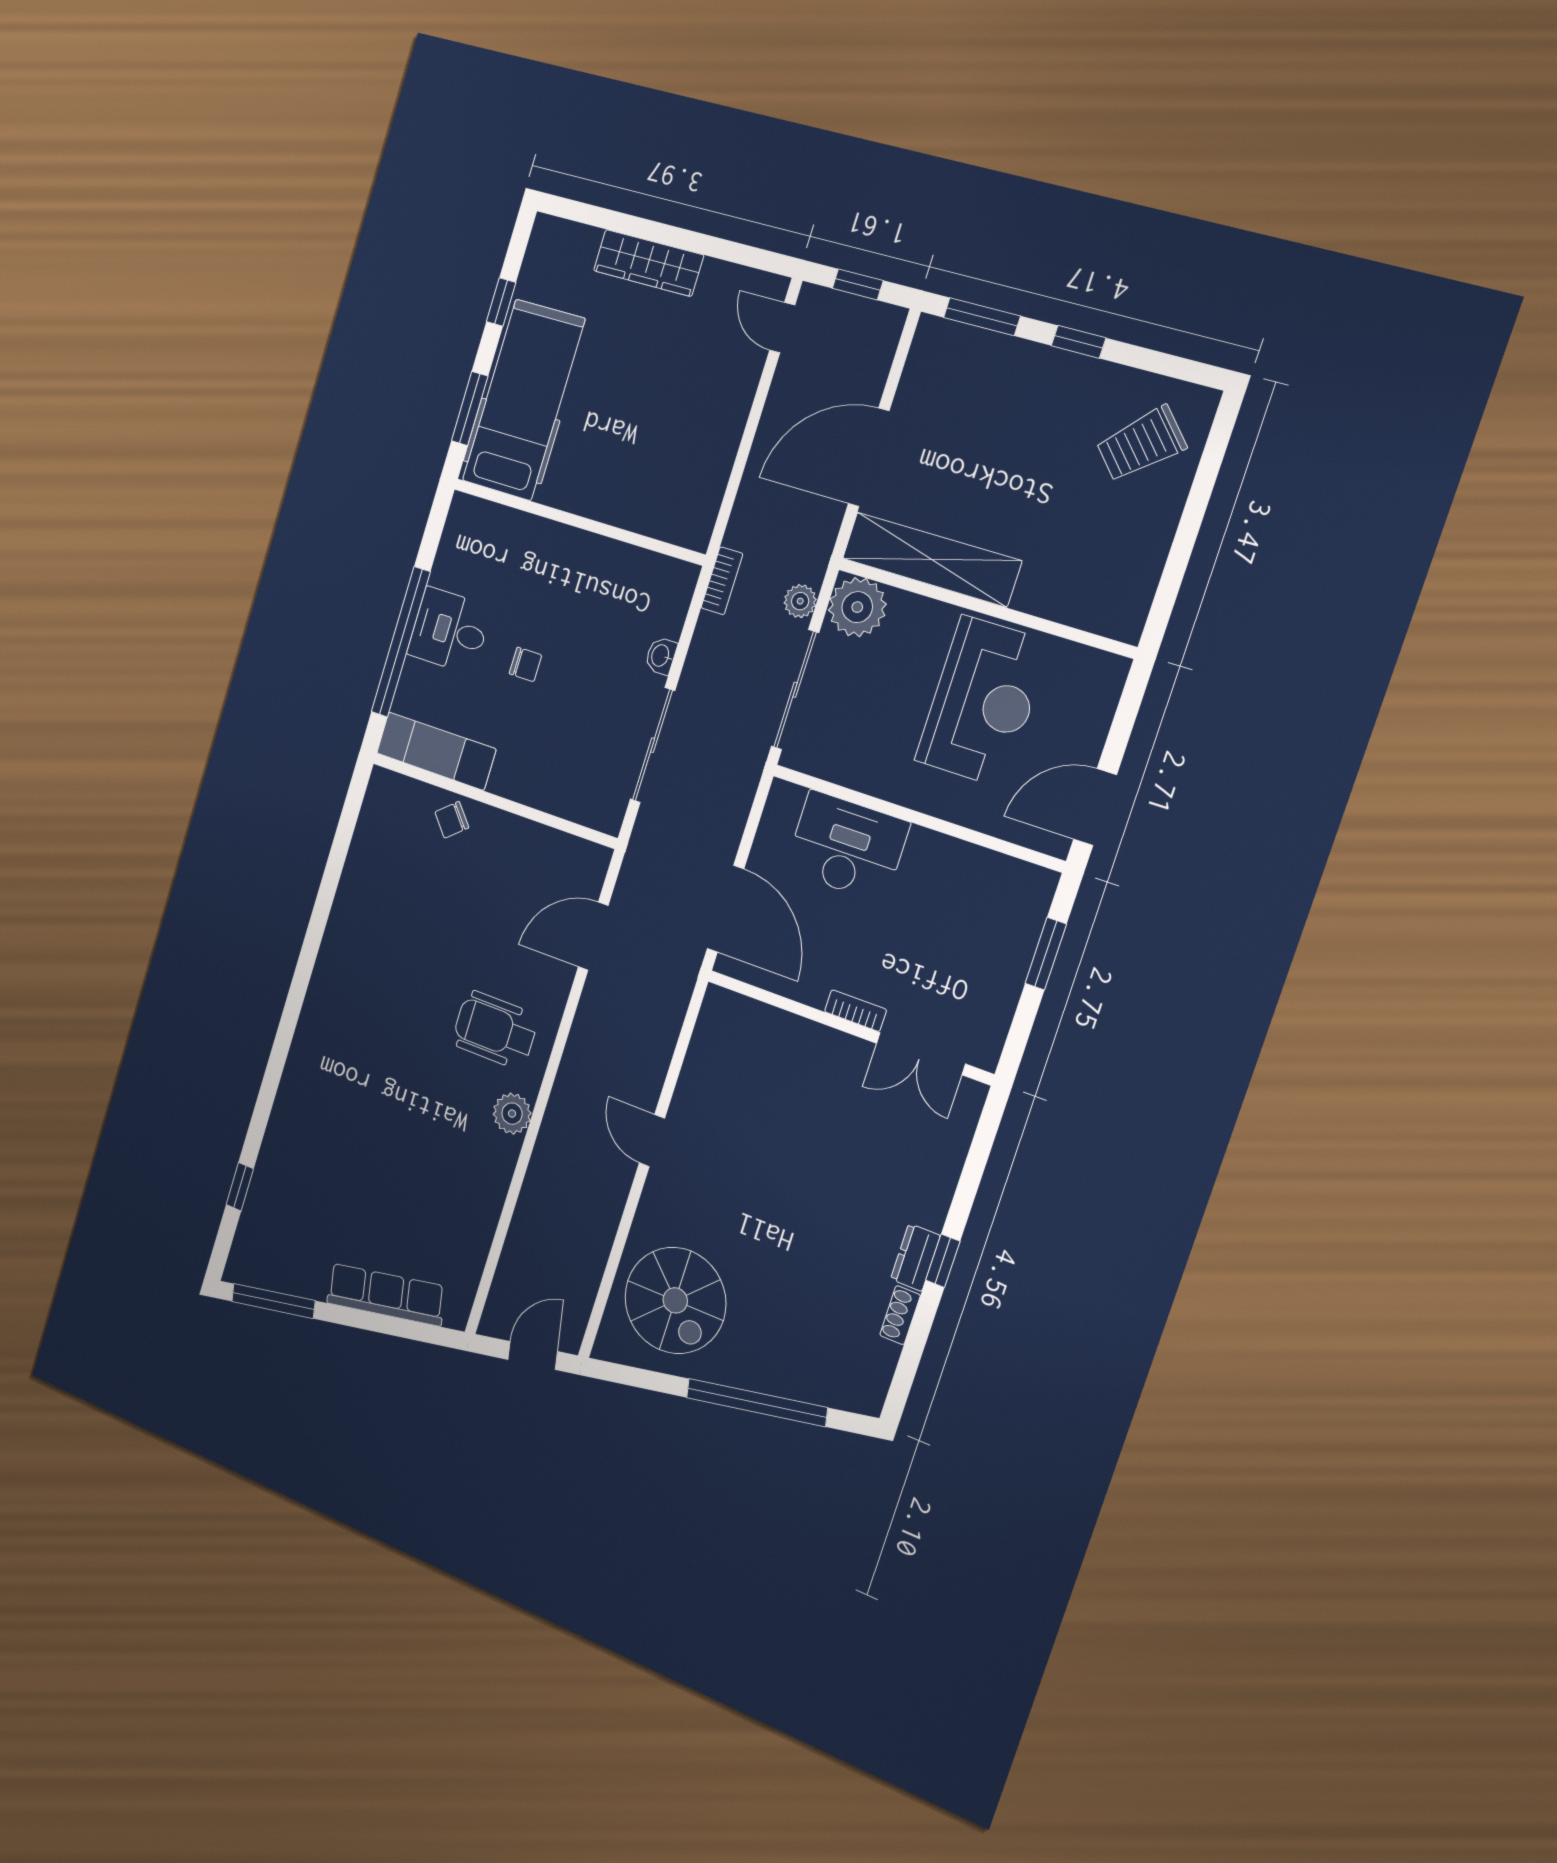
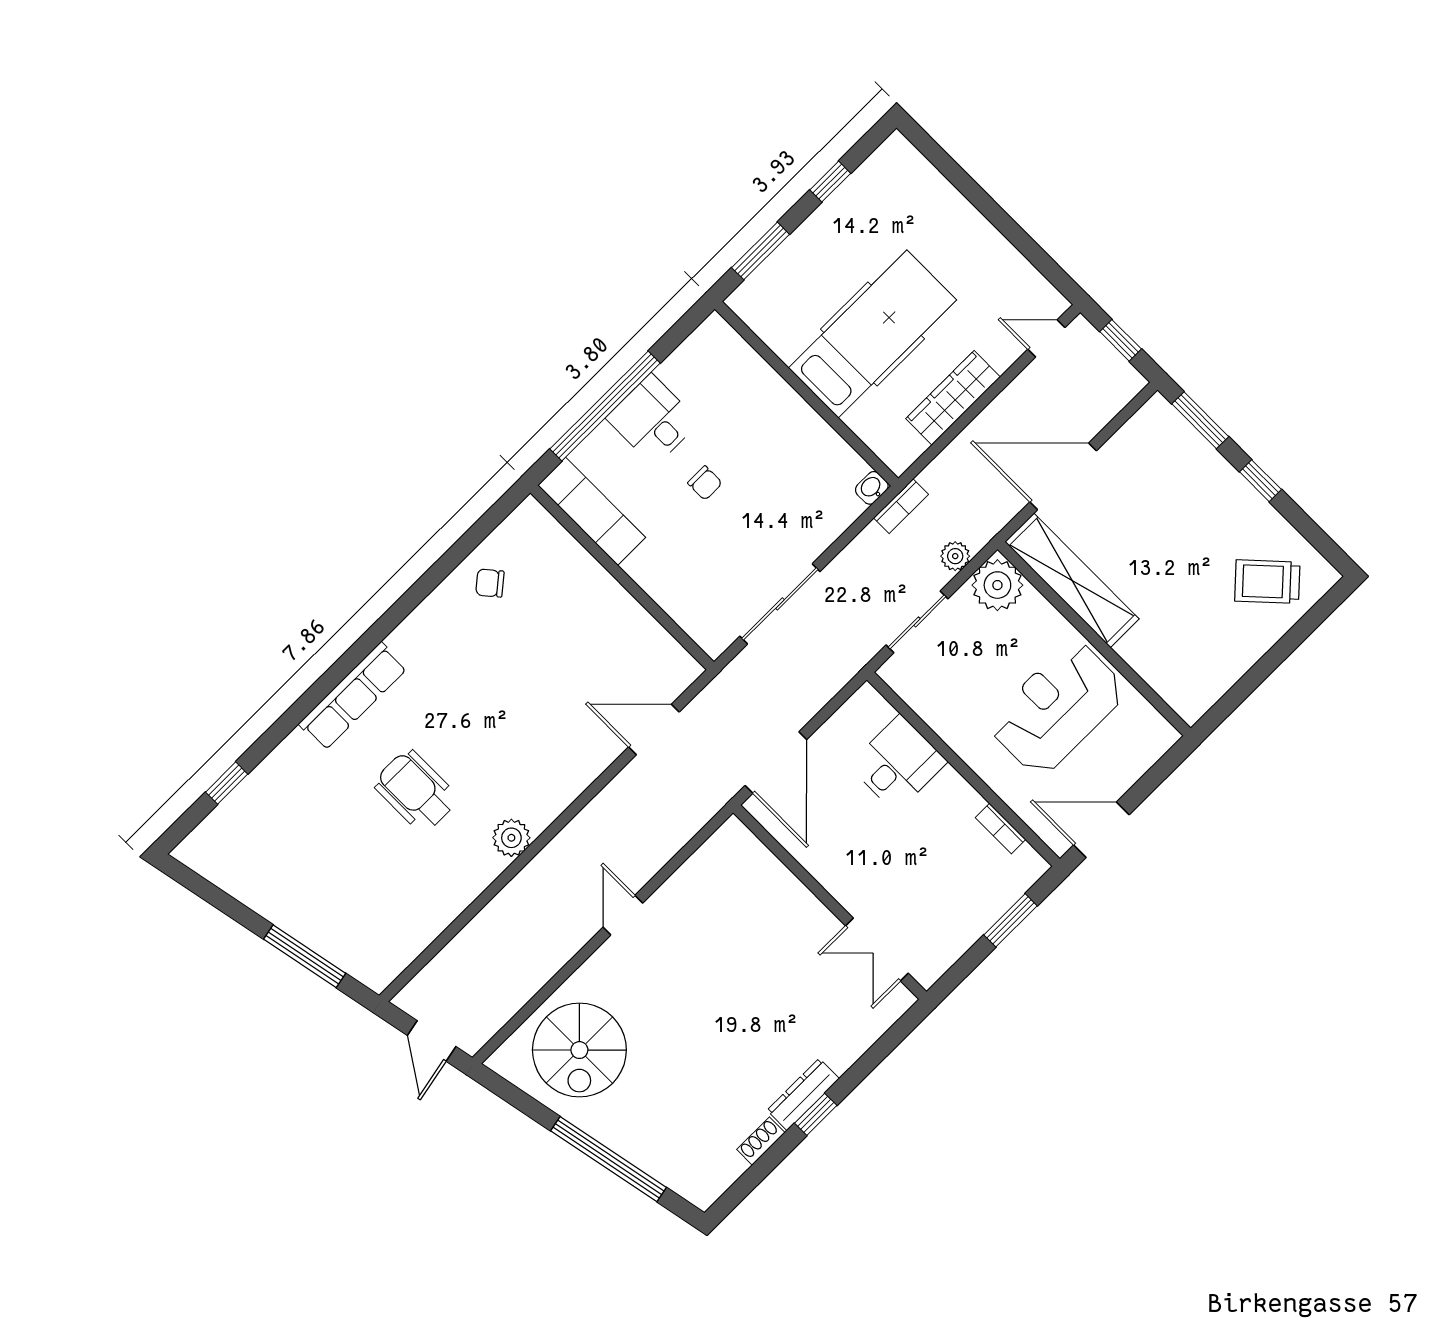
wardrobe: (648, 263) -> (953, 398), moved, turned 90
door: (782, 328) -> (1046, 338), hinge flipped
hospital bed: (523, 400) -> (872, 334), moved
washbasin: (661, 656) -> (872, 488), moved
sliding door: (795, 690) -> (917, 622), width x0.73
reception desk: (983, 702) -> (1057, 708), turned 180
chair: (452, 820) -> (490, 583), moved
desk: (847, 847) -> (898, 764), width x0.73
bookcase: (855, 1011) -> (1001, 829), moved, turned 180
wheelchair: (495, 1030) -> (416, 791), moved
dresser: (915, 1257) -> (803, 1094), width x1.44
row of seats: (386, 1295) -> (353, 696), moved, turned 101
window: (273, 1301) -> (305, 956), moved
door: (533, 1356) -> (432, 1041), swing flipped

